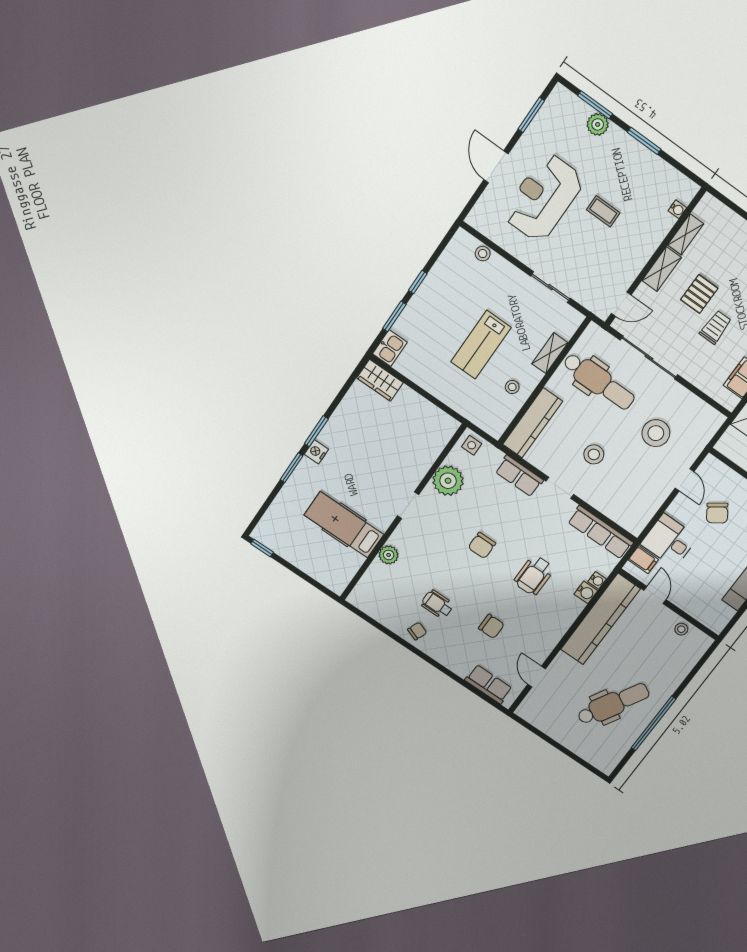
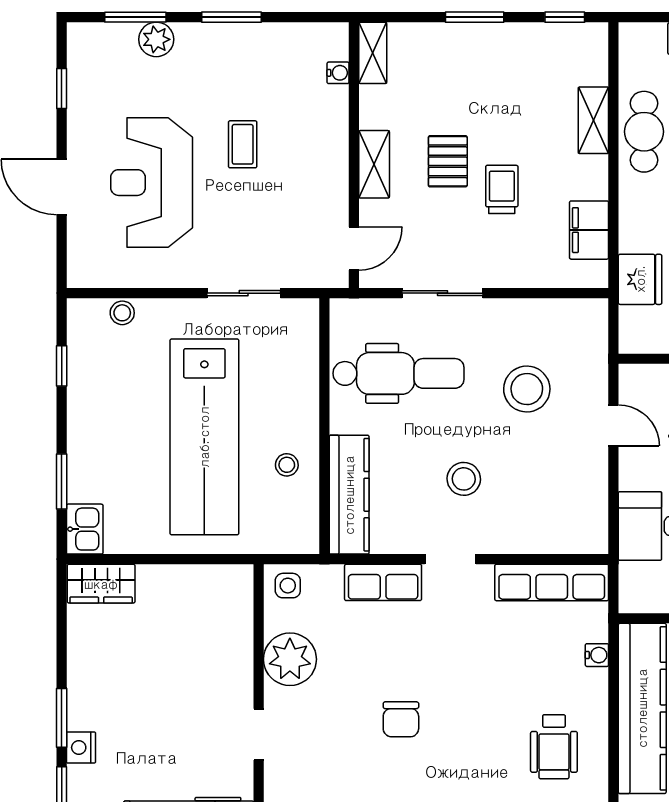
window: (531, 115) -> (62, 89), width x0.67
coffee table: (603, 211) -> (243, 144), turned 90
shelving: (686, 234) -> (373, 53), moved
window: (418, 282) -> (62, 366), moved
lab bench: (481, 345) -> (204, 437), width x1.86, depth x1.39
shelving: (550, 353) -> (305, 382), removed
sliding door: (649, 357) -> (442, 293), width x0.73
filing cabinet: (643, 560) -> (639, 579), removed
wheelchair: (534, 575) -> (554, 747), moved
water cooler: (586, 592) -> (594, 684), removed

